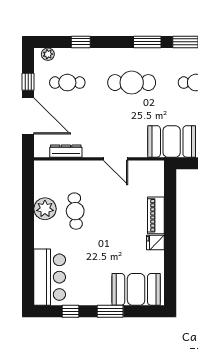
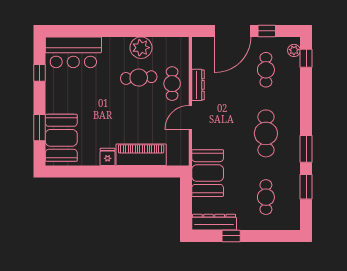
window: (81, 42) -> (306, 58), moved
dresser: (66, 151) -> (198, 85), moved
cafe table: (81, 177) -> (172, 84), added
piano: (156, 215) -> (141, 155), width x1.37, depth x1.33
window: (110, 311) -> (39, 128), moved

